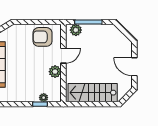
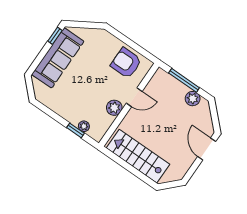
plant: (76, 30) -> (193, 99), moved
door: (134, 67) -> (207, 149), moved

